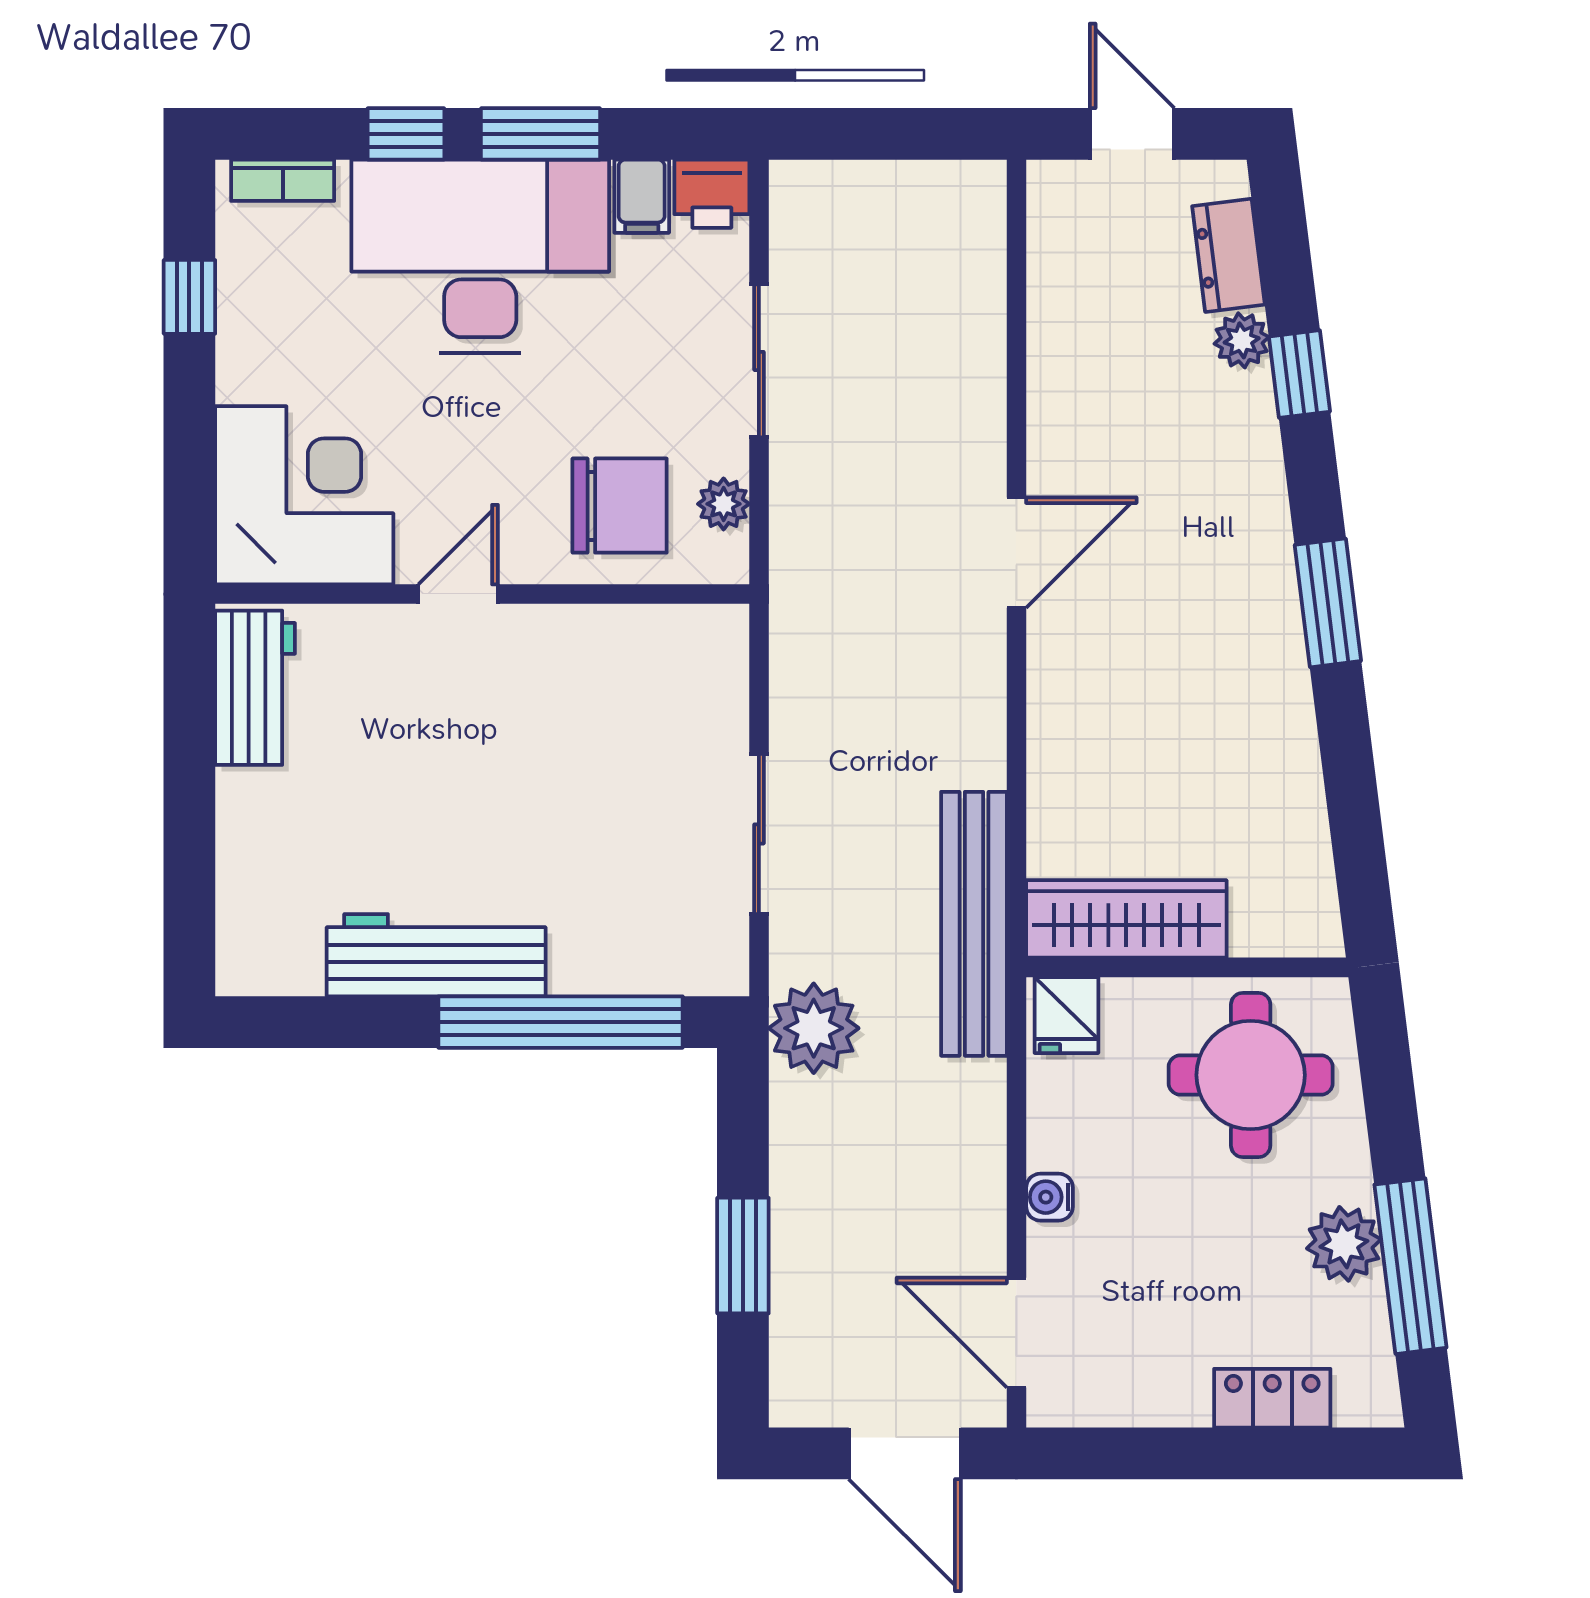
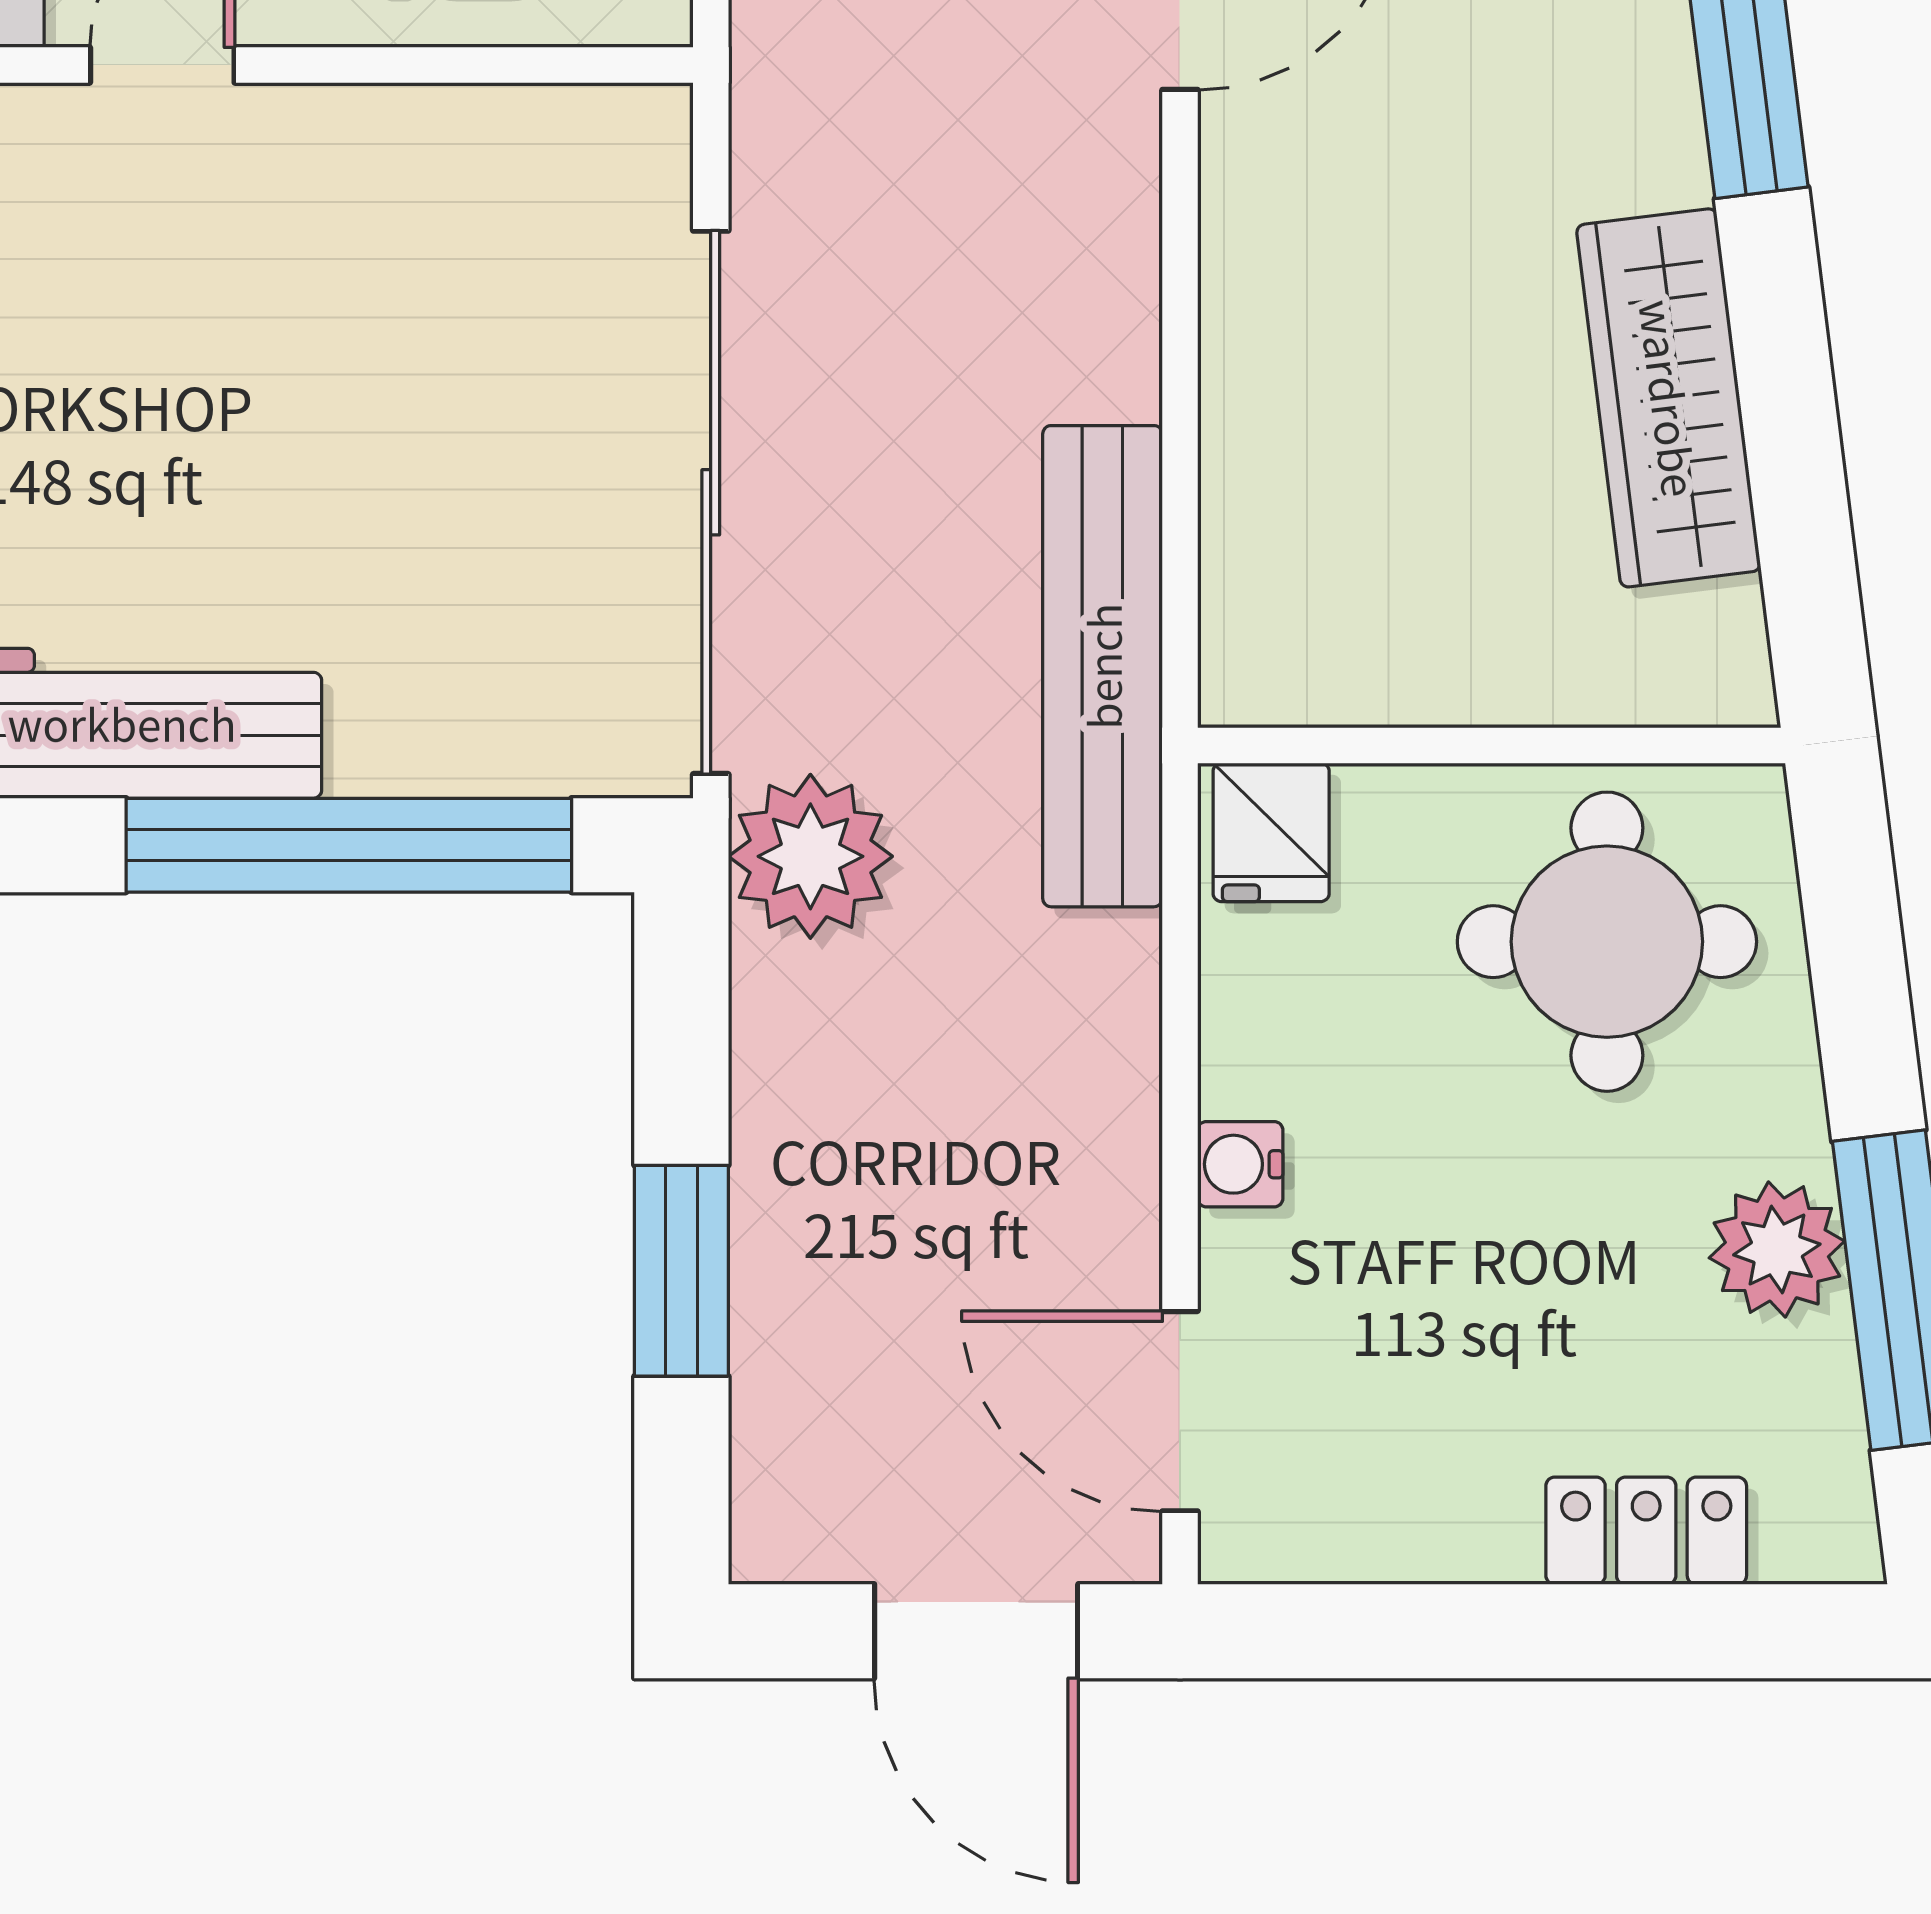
sliding door: (759, 834) -> (711, 502), width x1.86
wardrobe: (1126, 919) -> (1669, 398), moved, turned -97

